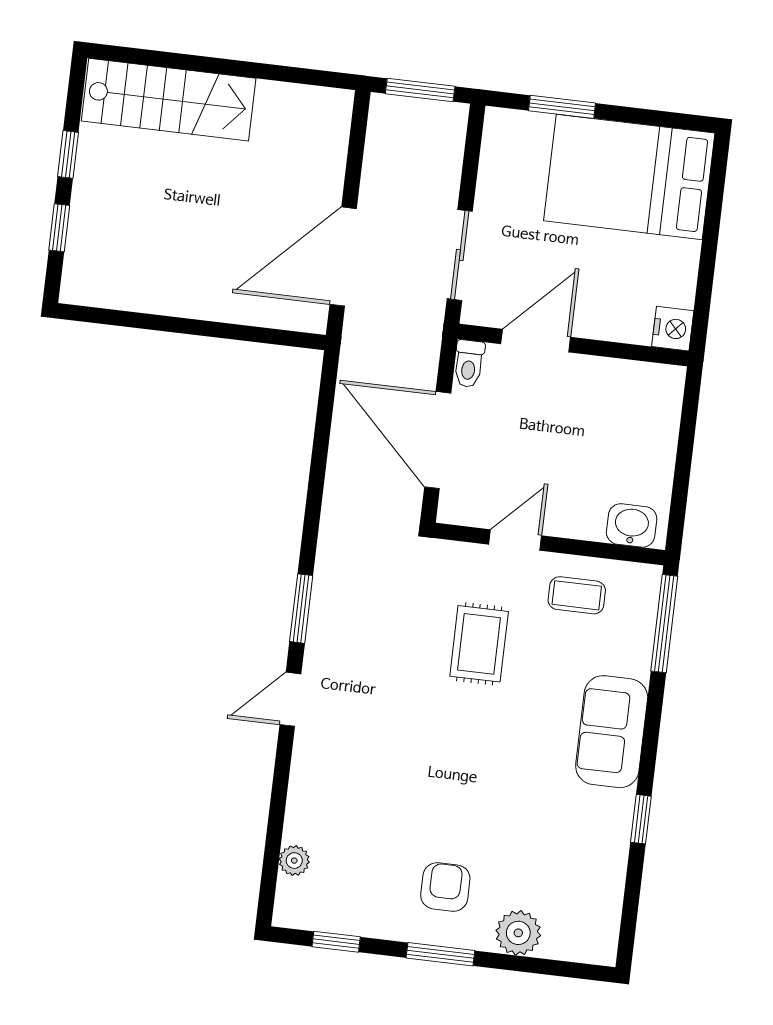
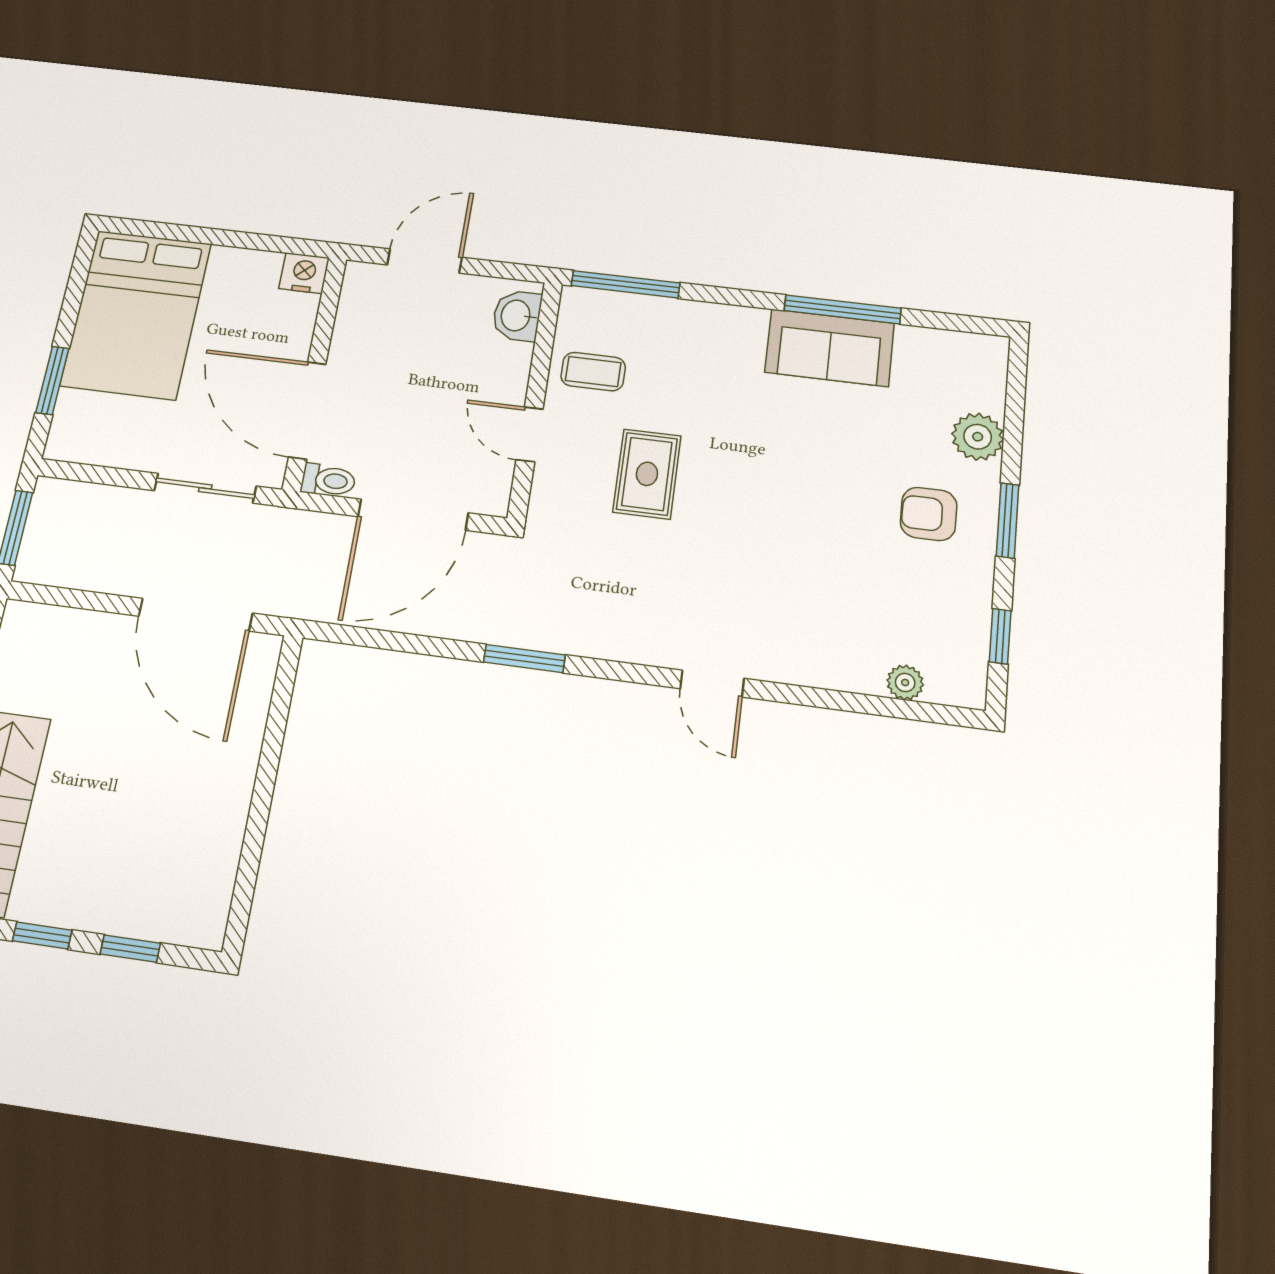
door: (536, 341) -> (307, 410), width x1.36
door: (686, 439) -> (425, 261), added
coffee table: (577, 595) -> (593, 372), turned 90
window: (301, 609) -> (524, 658), moved
rug: (479, 644) -> (647, 474), turned 90
sofa: (612, 732) -> (830, 348), moved
window: (641, 819) -> (843, 309), width x2.17

